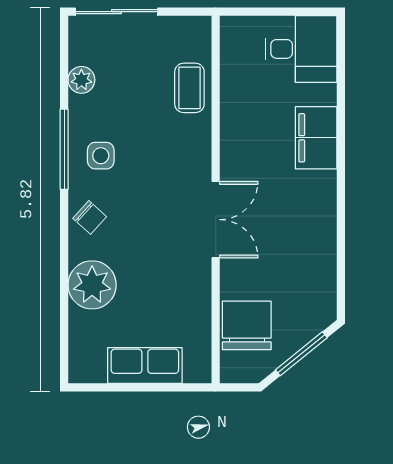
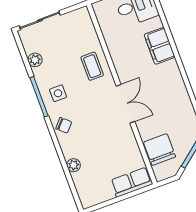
coffee table: (189, 88) -> (92, 66), moved
plant: (92, 285) -> (74, 165), width x0.53, depth x0.53
row of seats: (145, 366) -> (132, 182), moved

